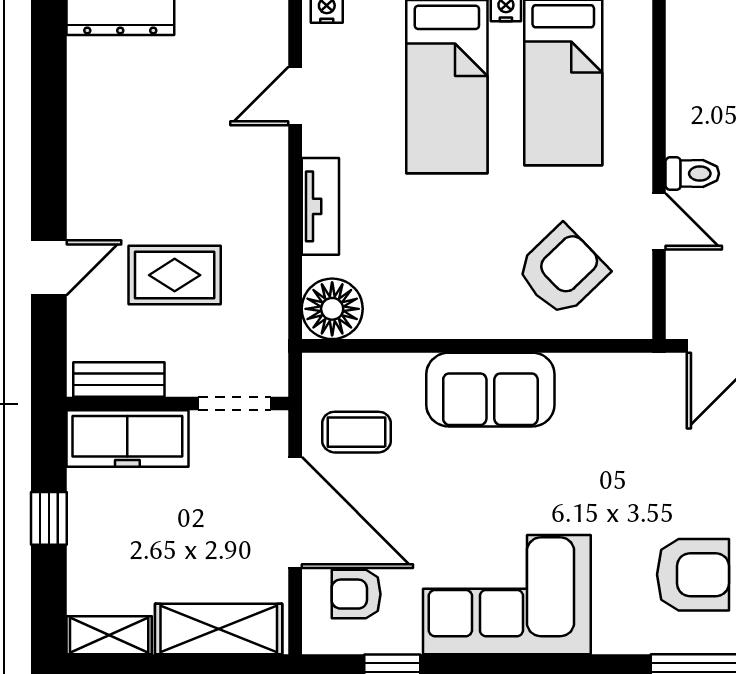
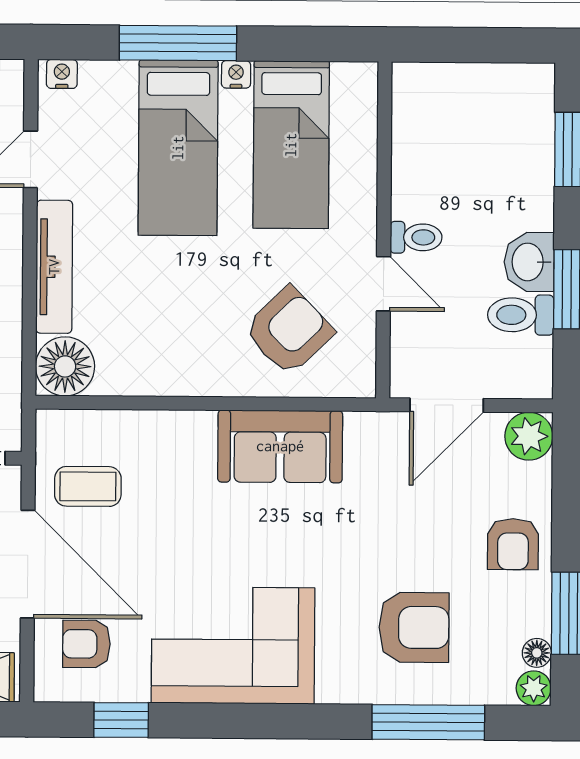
tv unit: (320, 206) -> (54, 267), width x1.41
sofa: (490, 390) -> (280, 446), moved

